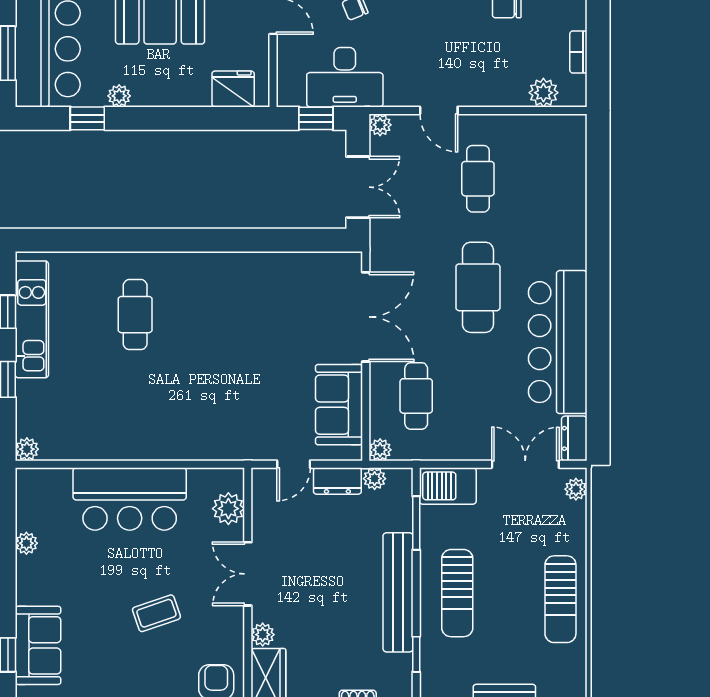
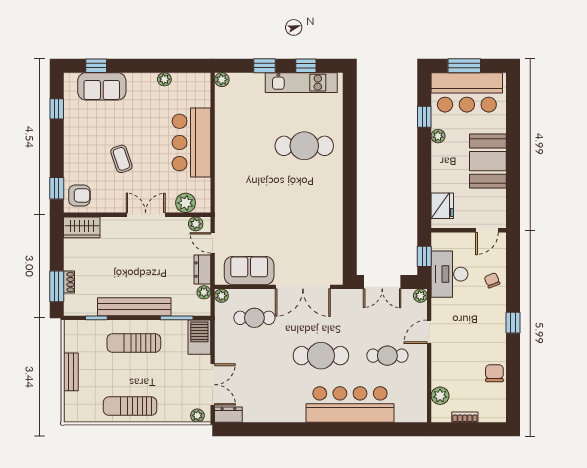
cafe table: (135, 315) -> (304, 146), width x1.37, depth x1.35
bar counter: (558, 342) -> (350, 404), moved
plant: (263, 635) -> (196, 224), moved

